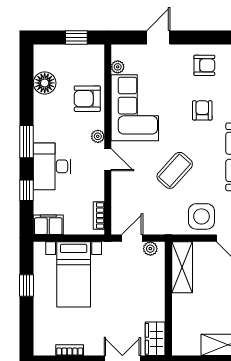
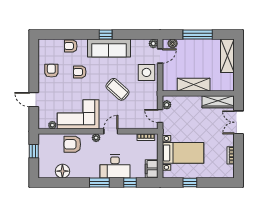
armchair: (87, 99) -> (72, 144), turned 90
shelving: (182, 267) -> (194, 85), moved
wardrobe: (155, 339) -> (218, 102), width x1.50

